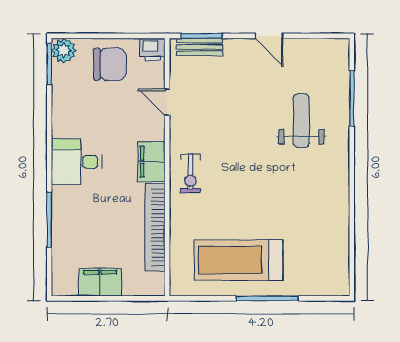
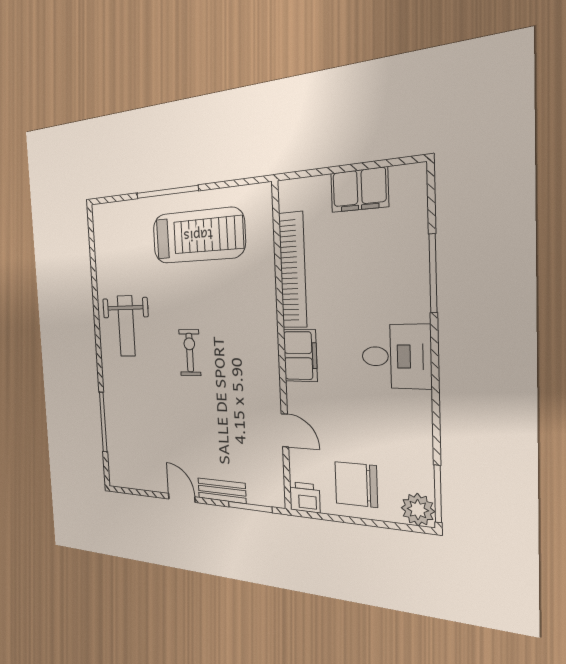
bench: (200, 47) -> (222, 491), moved
weight bench: (301, 120) -> (126, 326), moved
exercise bike: (190, 174) -> (190, 353), moved

